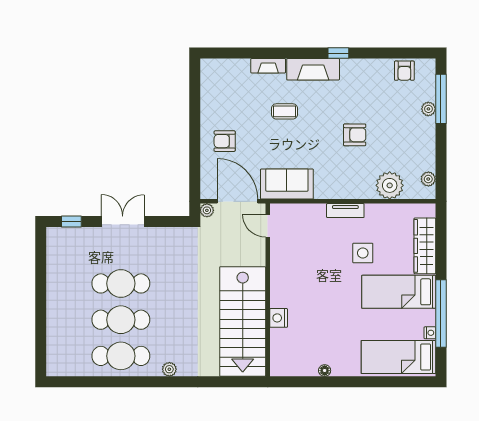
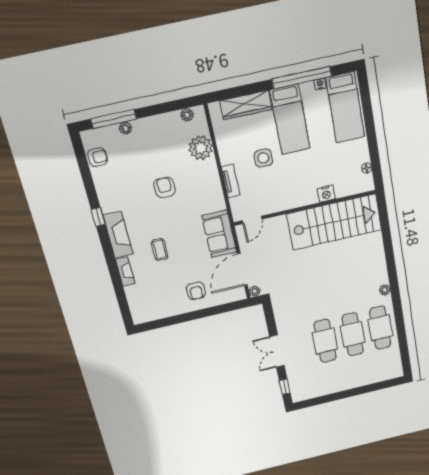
door: (268, 226) -> (252, 220), moved
wall: (268, 290) -> (305, 208), moved
nightstand: (279, 318) -> (326, 194), moved
stairs: (243, 322) -> (334, 222), moved

